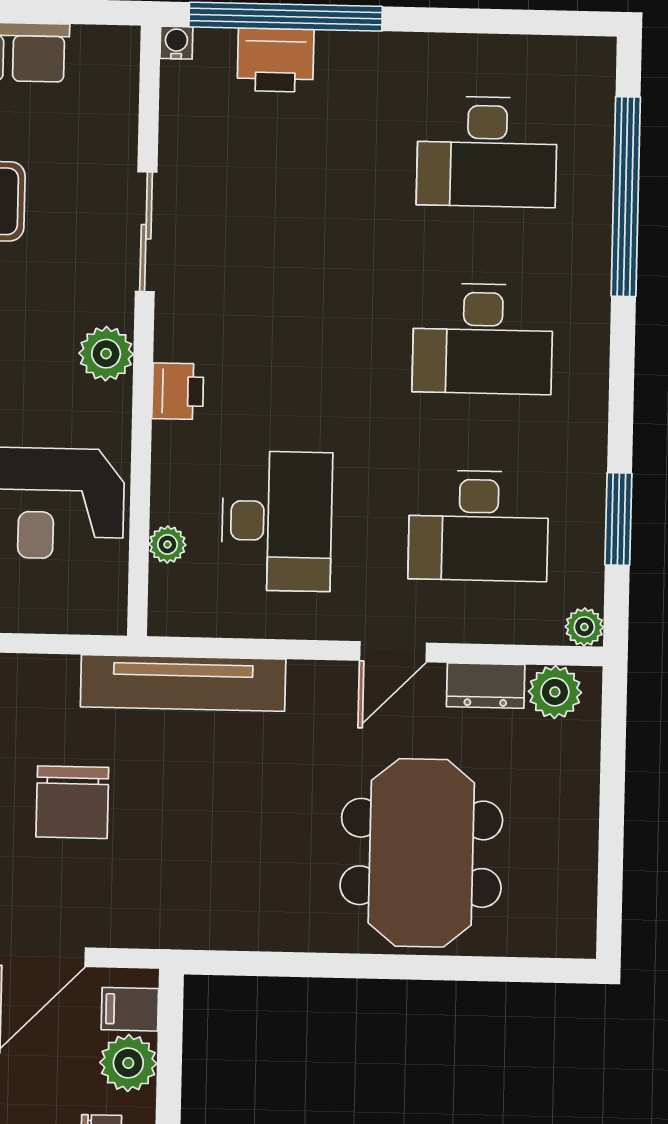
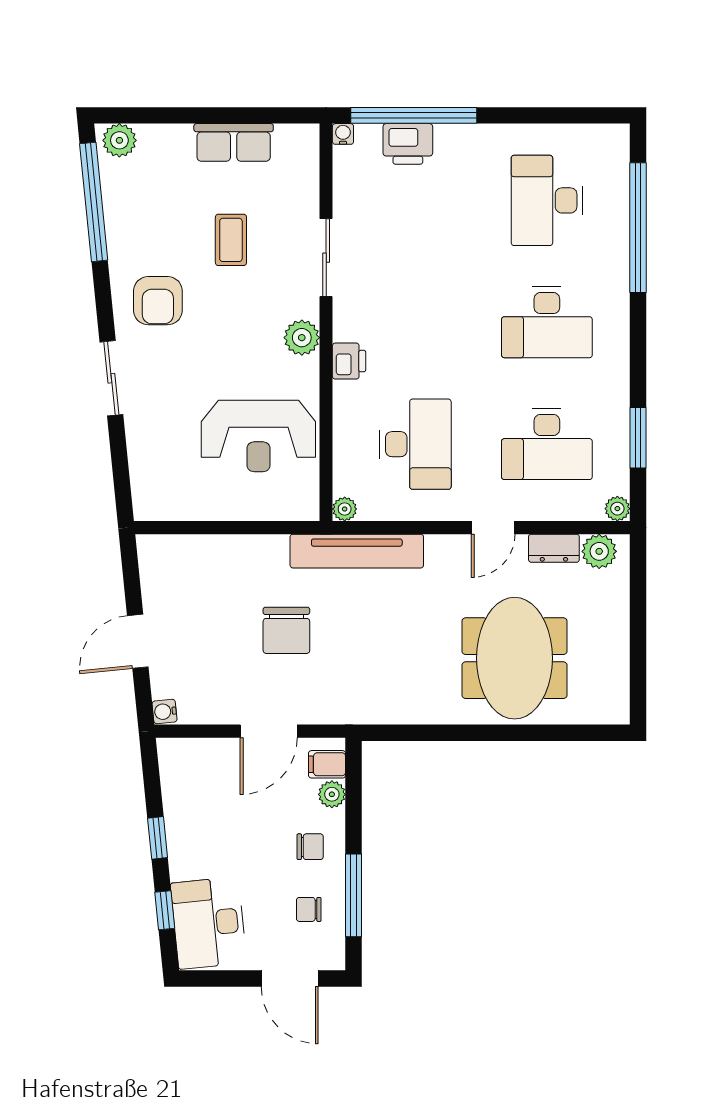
desk: (487, 152) -> (547, 200), turned 90
plant: (167, 544) -> (345, 509), moved
plant: (128, 1063) -> (332, 794), width x0.73, depth x0.73

